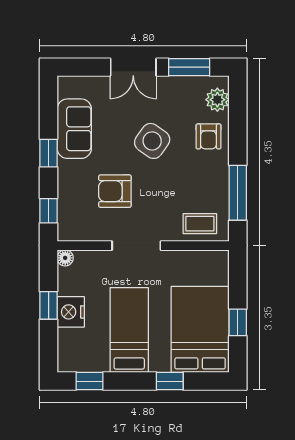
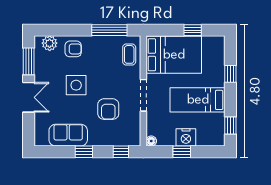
side table: (152, 141) -> (76, 85), turned -35
bed: (200, 329) -> (174, 55), moved, turned 180

